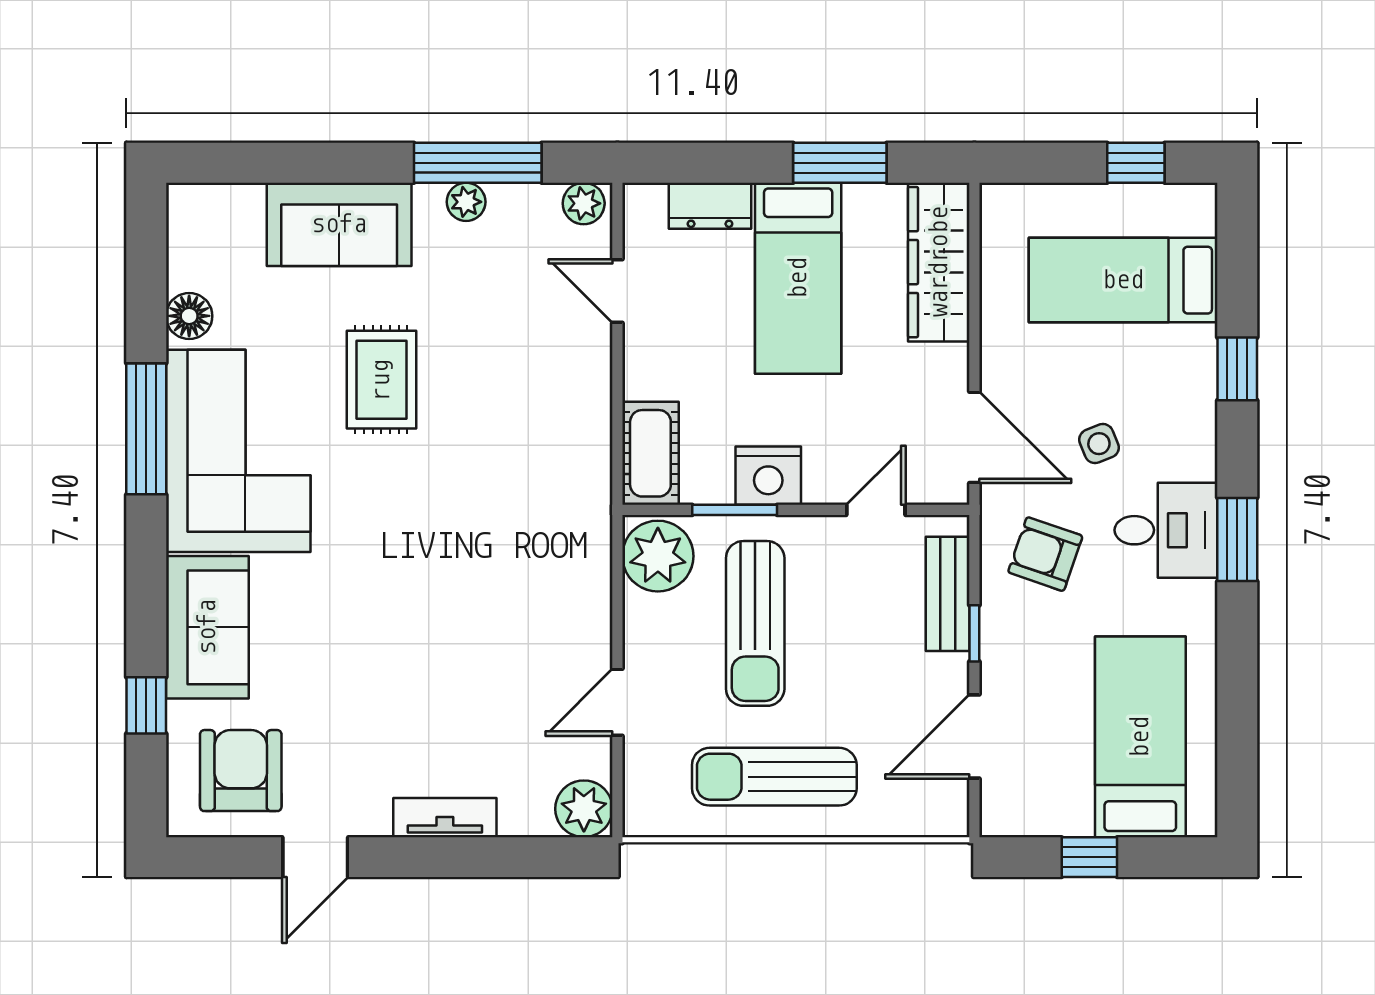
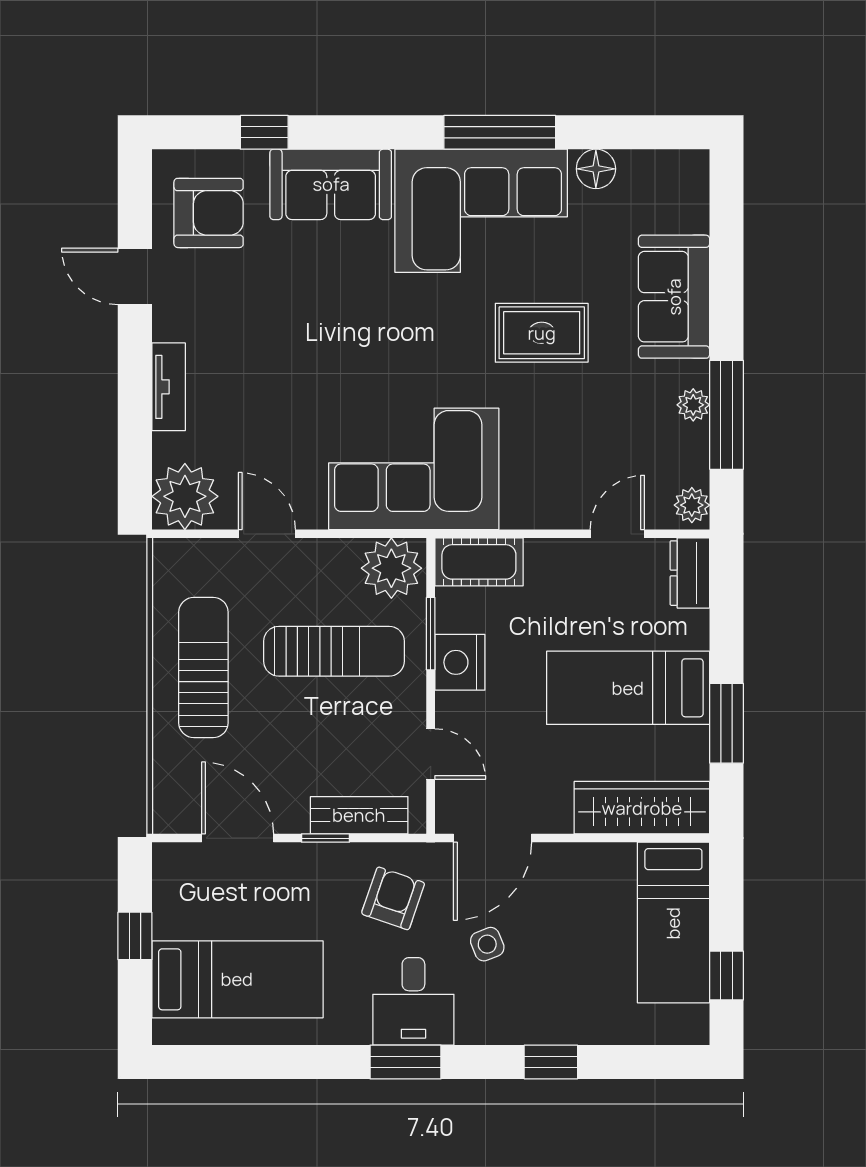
dresser: (710, 206) -> (690, 573), moved
bed: (1123, 280) -> (673, 923), moved, turned 180
corner sofa: (541, 530) -> (414, 469), added
sun lounger: (755, 623) -> (334, 651), turned 180
plant: (584, 809) -> (185, 496), width x1.36, depth x1.36

